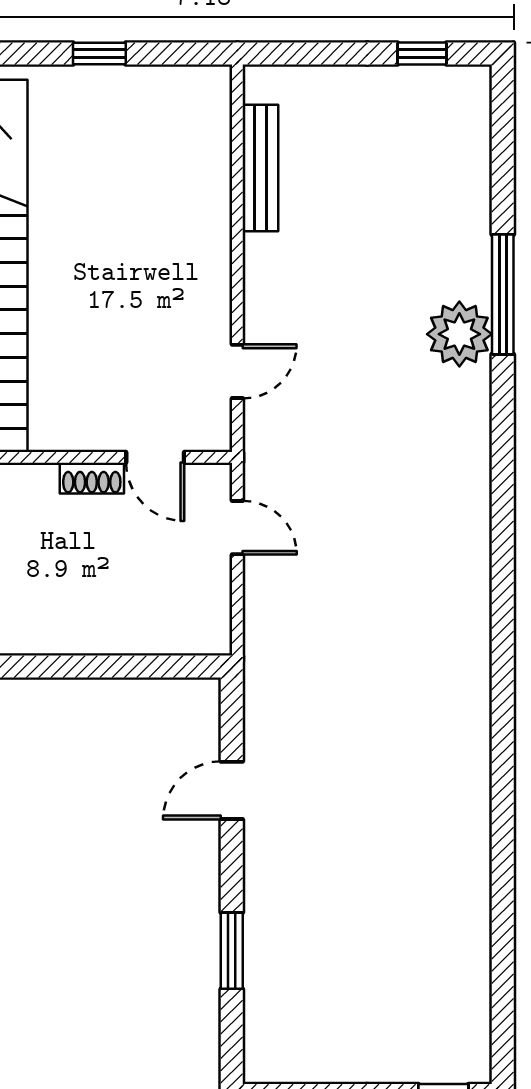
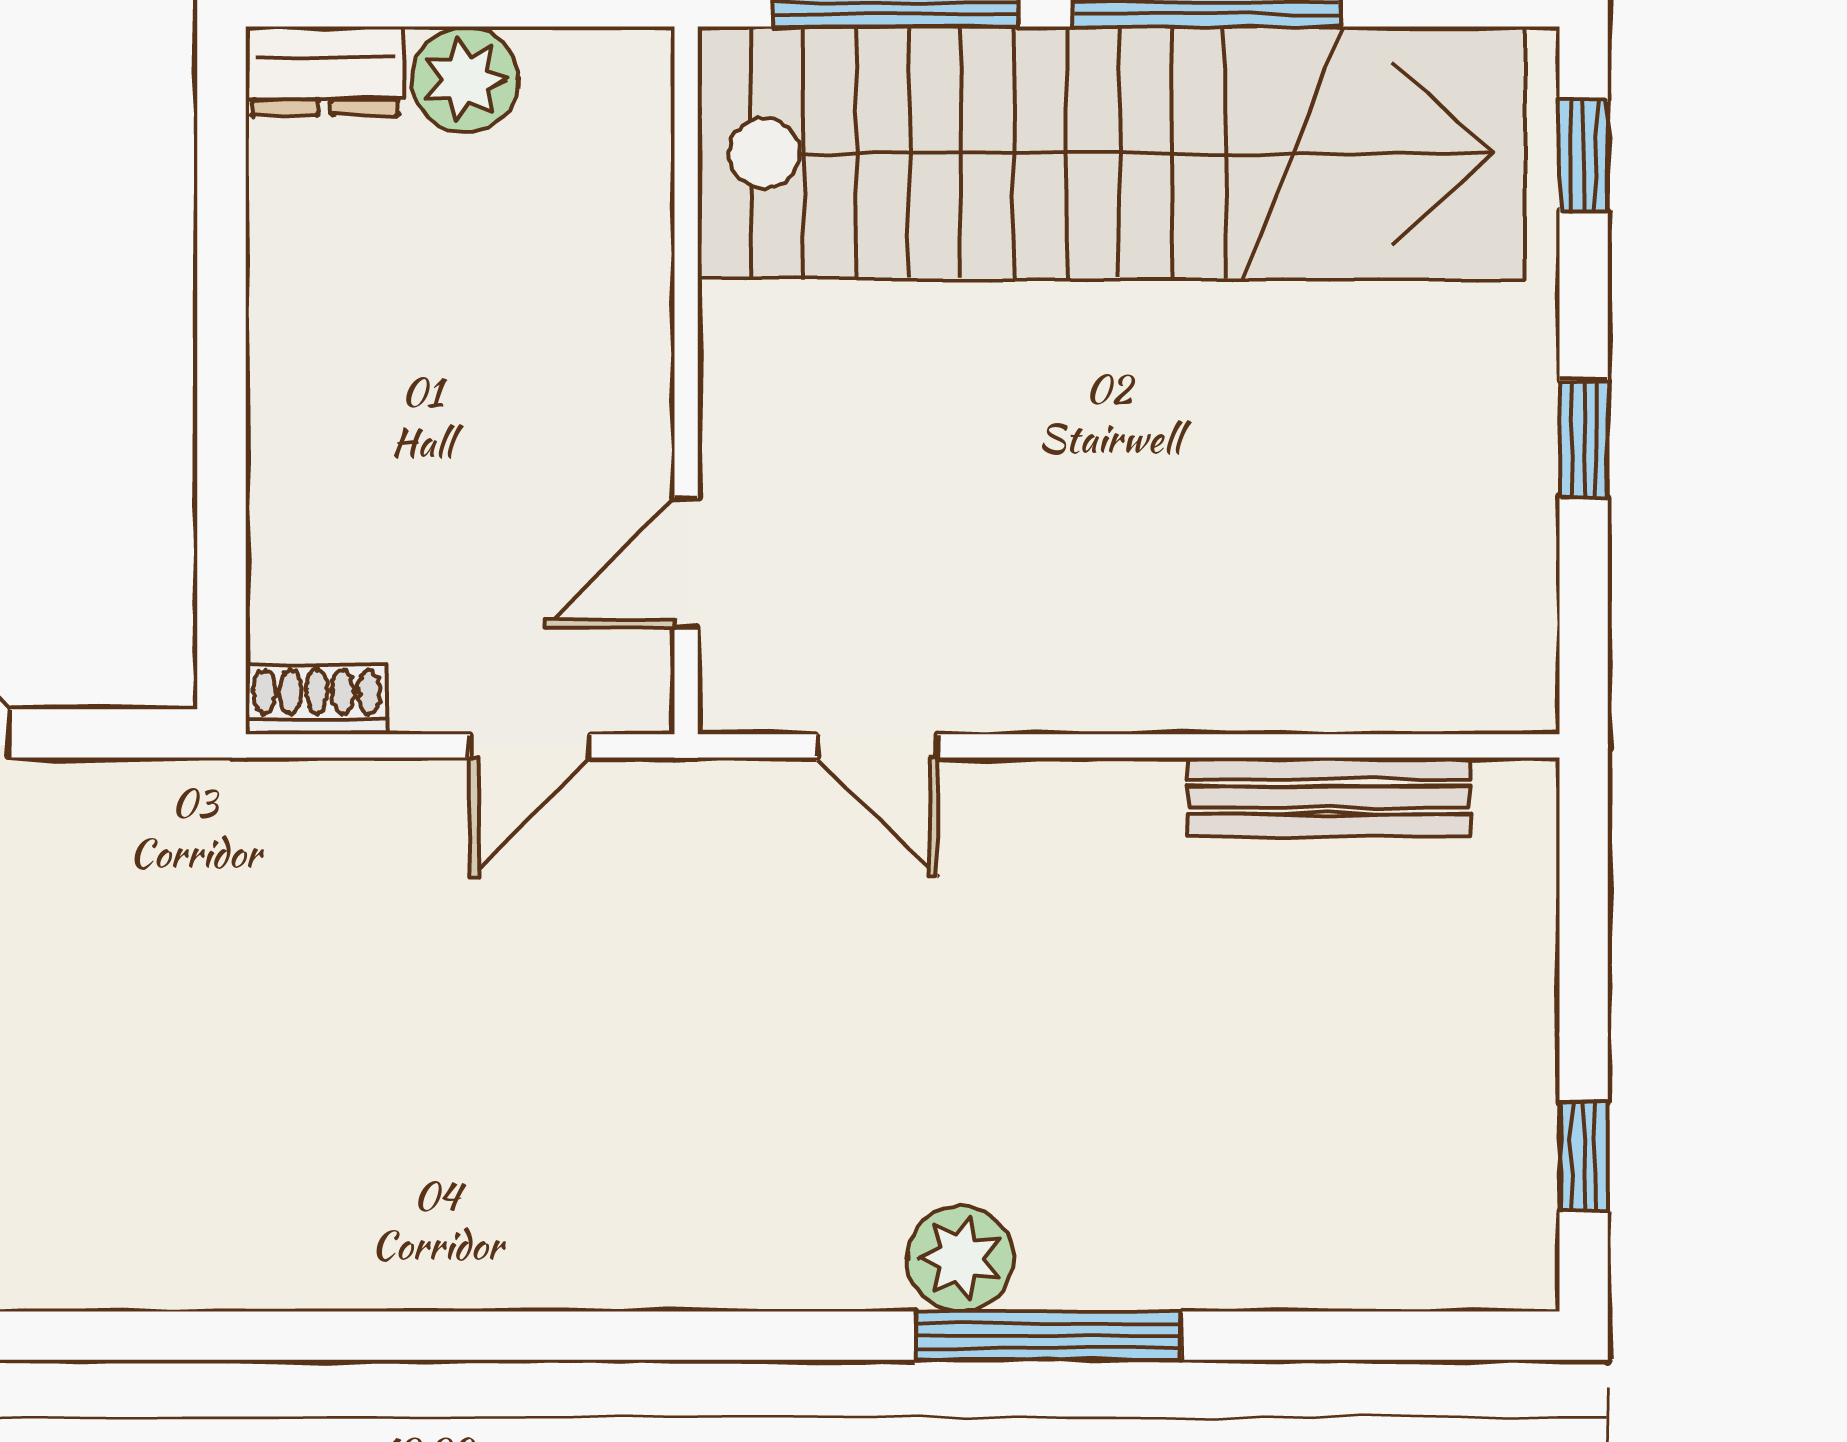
plant: (459, 334) -> (960, 1258), width x0.73, depth x0.73
shoe rack: (92, 478) -> (317, 700), moved, turned 90

